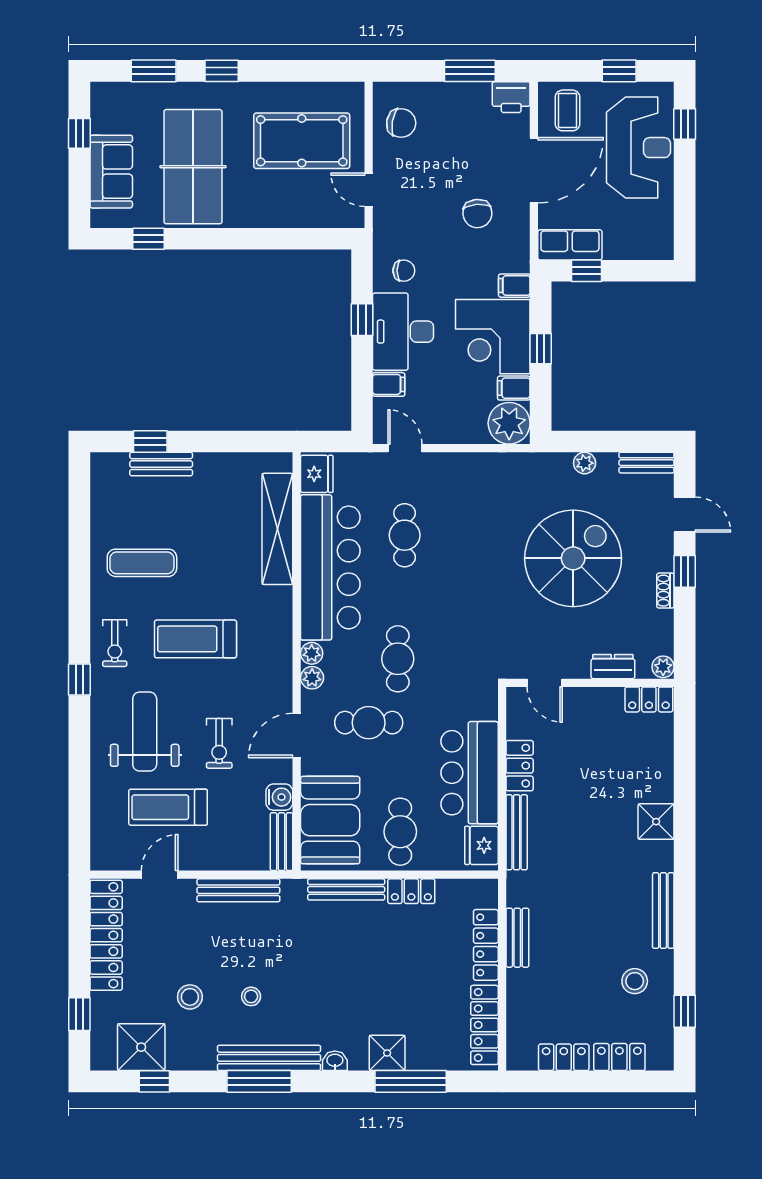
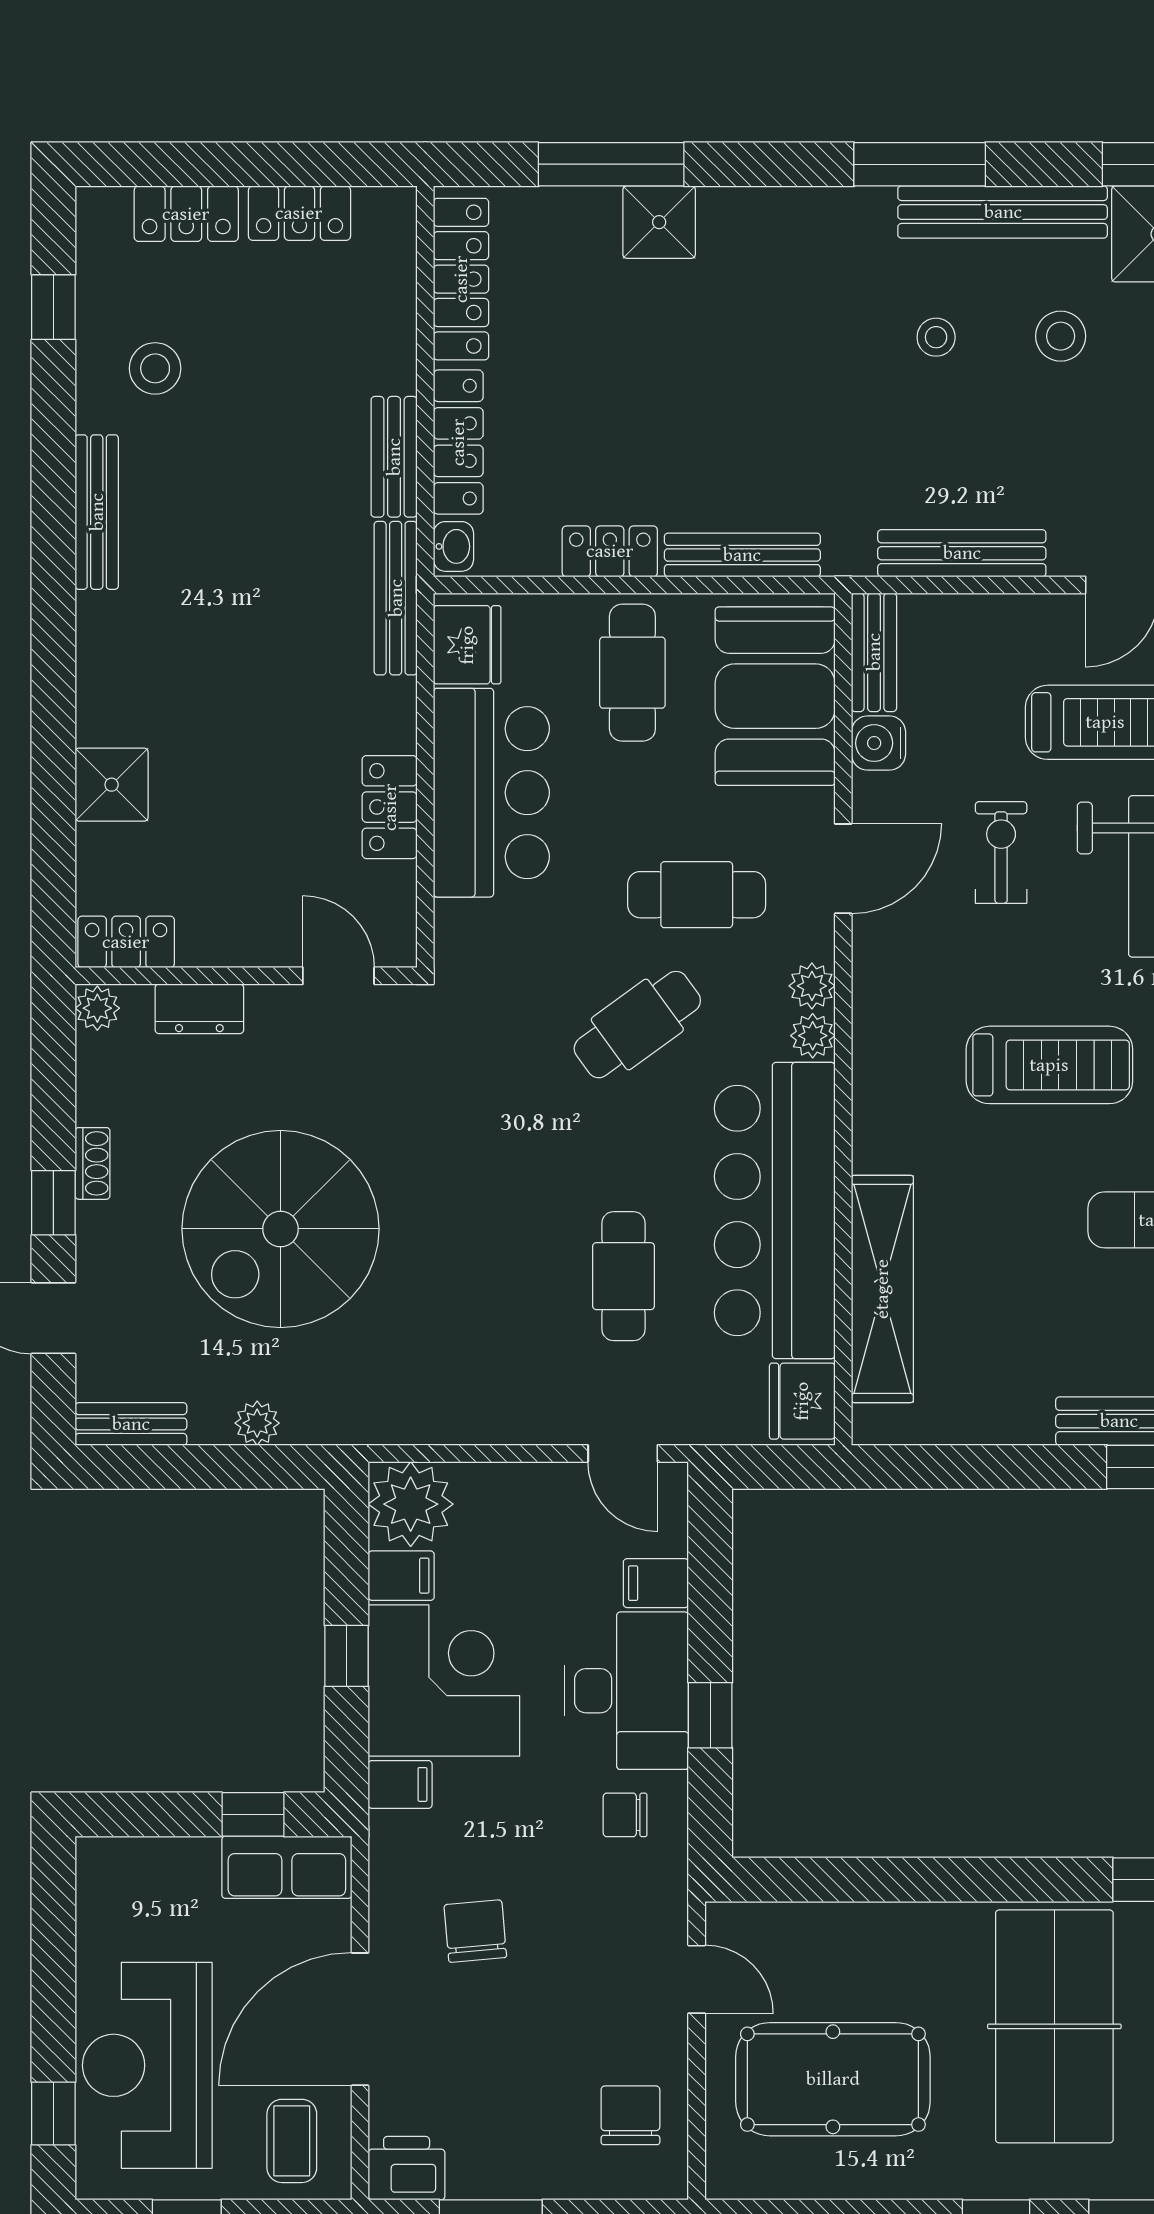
chair: (401, 123) -> (630, 2115), turned 81
cafe table: (398, 659) -> (637, 1025), turned 54
shower: (656, 822) -> (112, 785), moved
bench: (517, 832) -> (396, 598), moved
bench: (269, 1058) -> (1003, 212), moved
washbasin: (335, 1061) -> (453, 546), moved, turned -90

